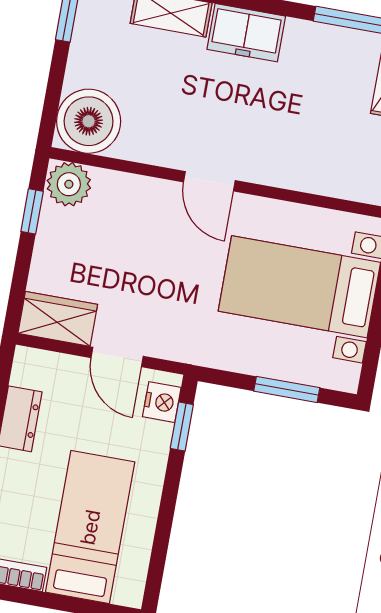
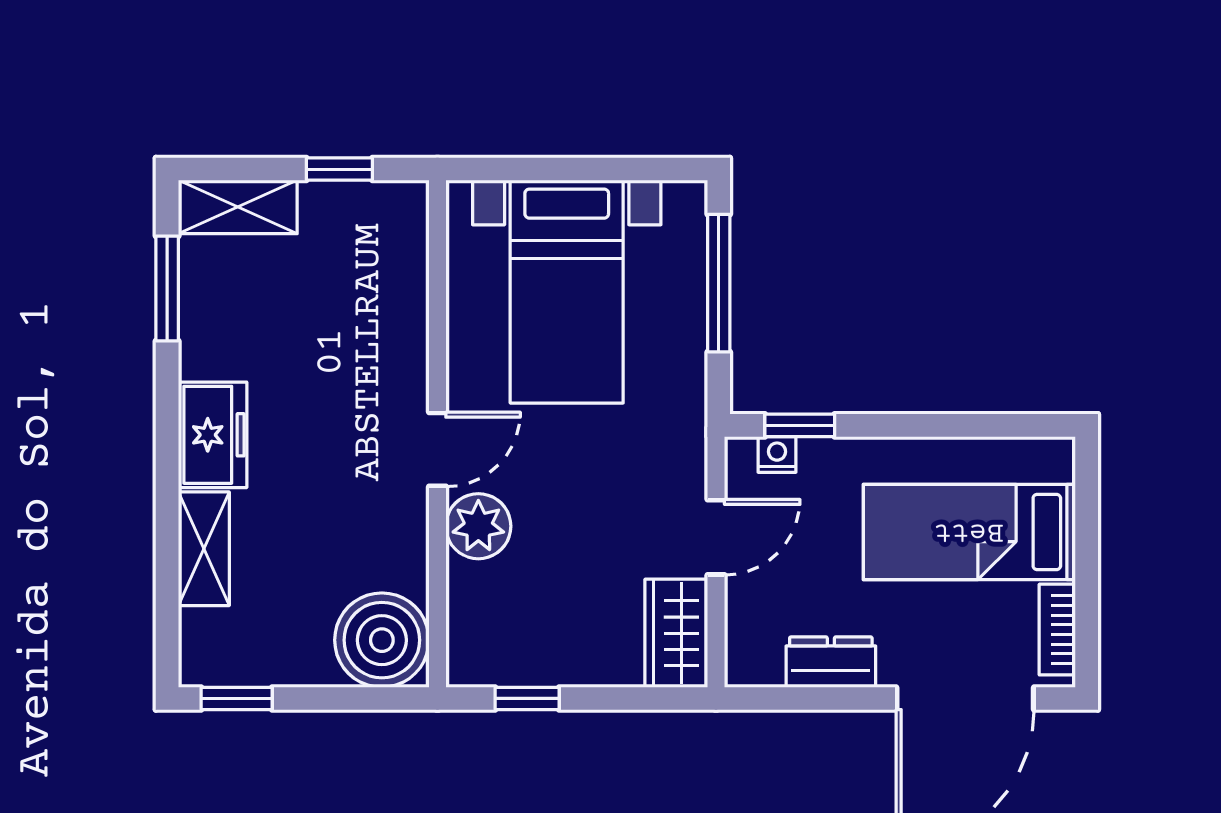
plant: (69, 184) -> (478, 526), moved
window: (287, 389) -> (719, 283), width x1.44
nightstand: (162, 402) -> (777, 454), width x0.72, depth x0.74

